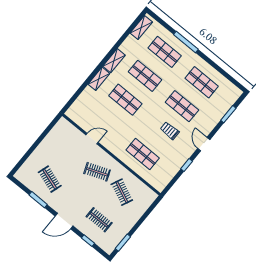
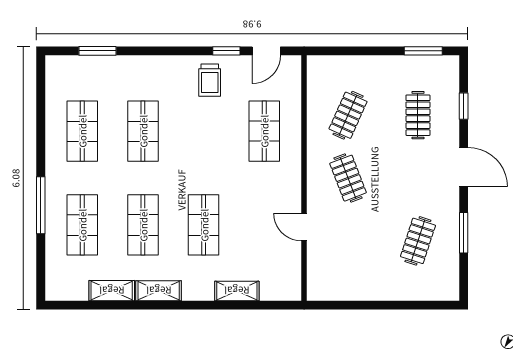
shelving: (141, 27) -> (112, 291), moved
shelving: (99, 79) -> (237, 291), moved
trolley: (170, 131) -> (210, 80), moved
door: (204, 144) -> (266, 51), moved

